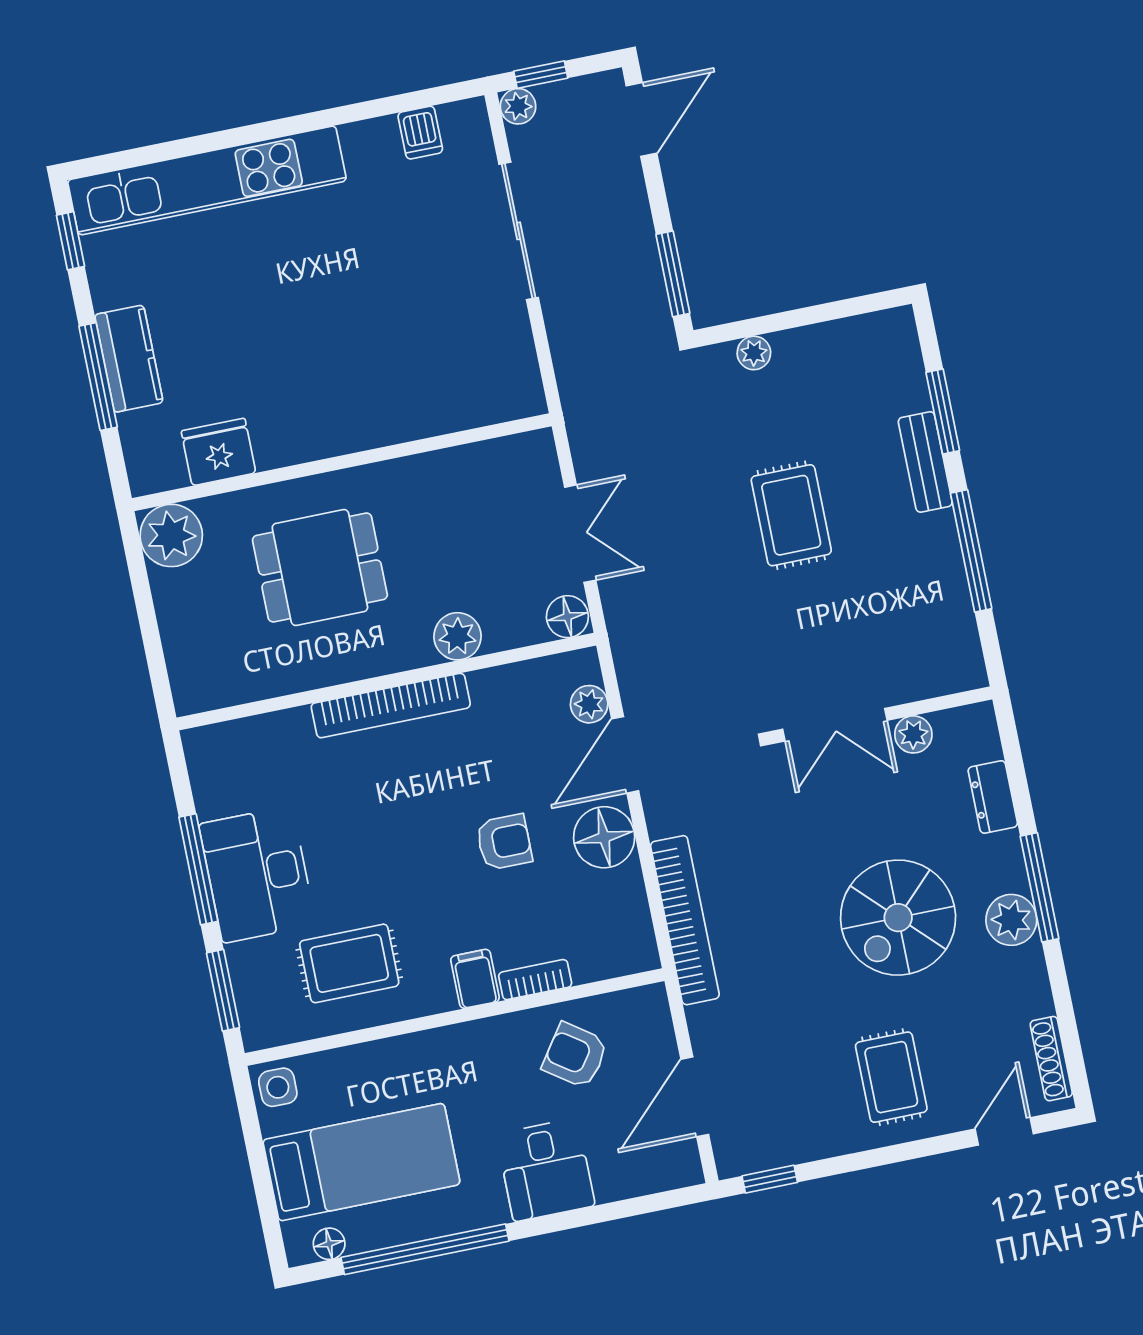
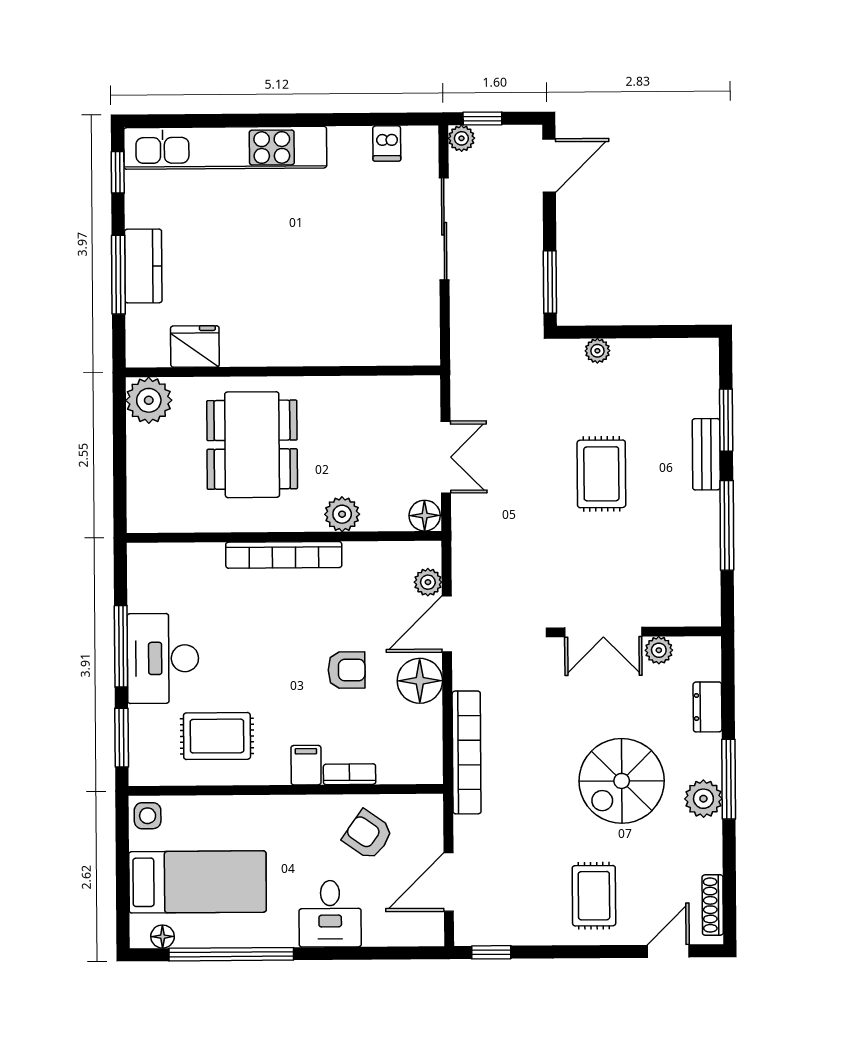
dining table: (320, 568) -> (252, 445), width x1.38

